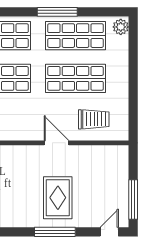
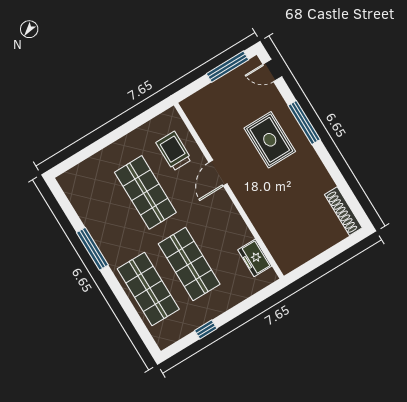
plant: (121, 27) -> (70, 179), removed
shop shelf: (76, 36) -> (104, 217), removed
rug: (58, 198) -> (270, 140), turned 90

